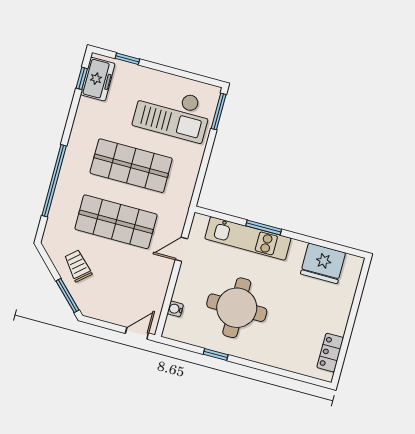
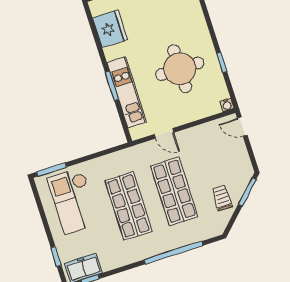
checkout: (172, 113) -> (73, 201), turned 180
trolley: (78, 266) -> (222, 198), turned 131
water cooler: (175, 309) -> (227, 105), moved

